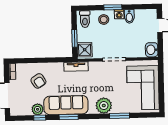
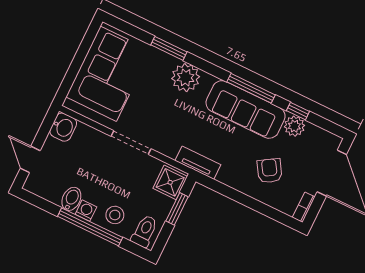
window: (113, 7) -> (90, 227), width x2.11
window: (69, 117) -> (251, 88), width x1.44

